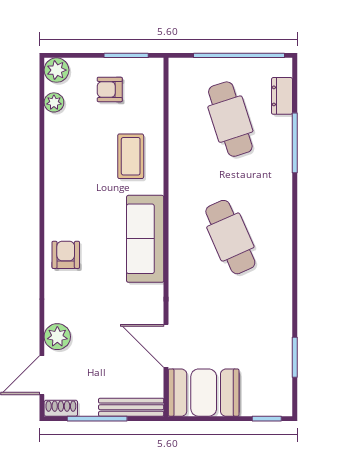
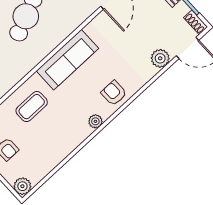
plant: (54, 102) -> (95, 121), moved
armchair: (66, 255) -> (114, 93), turned 90

